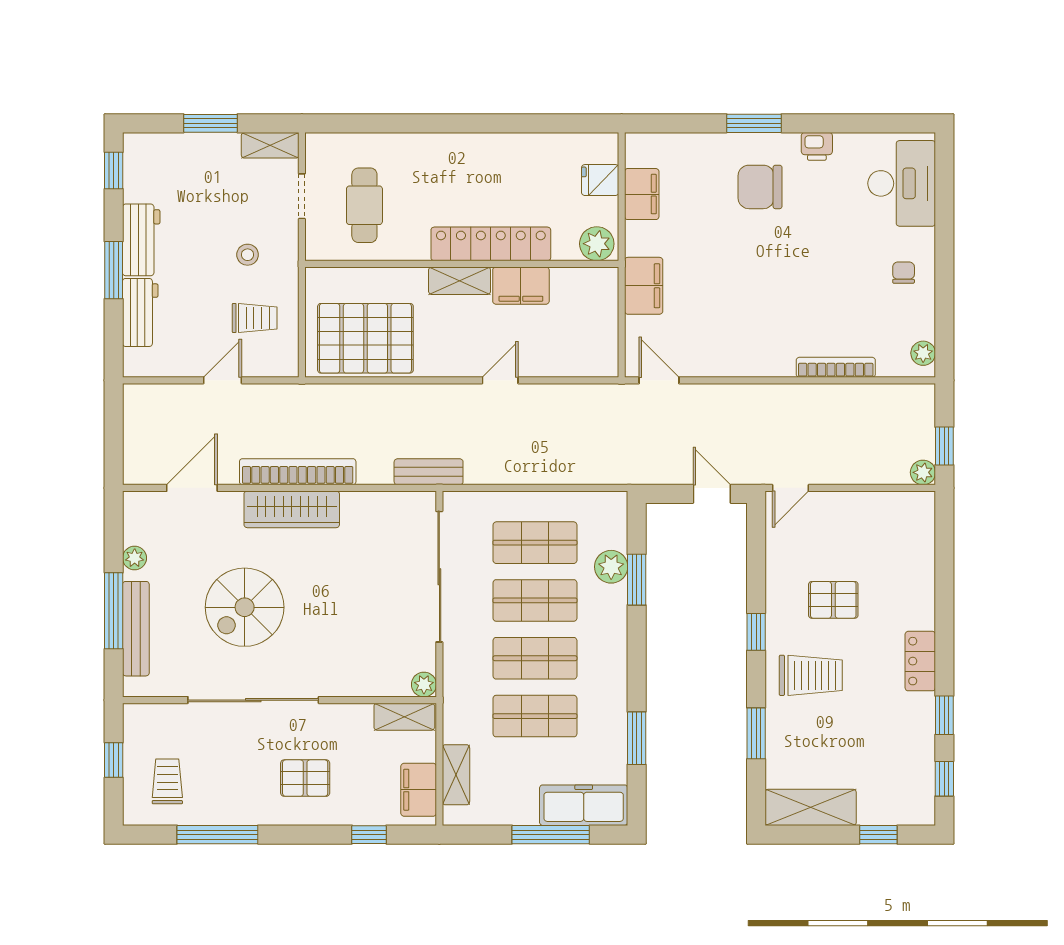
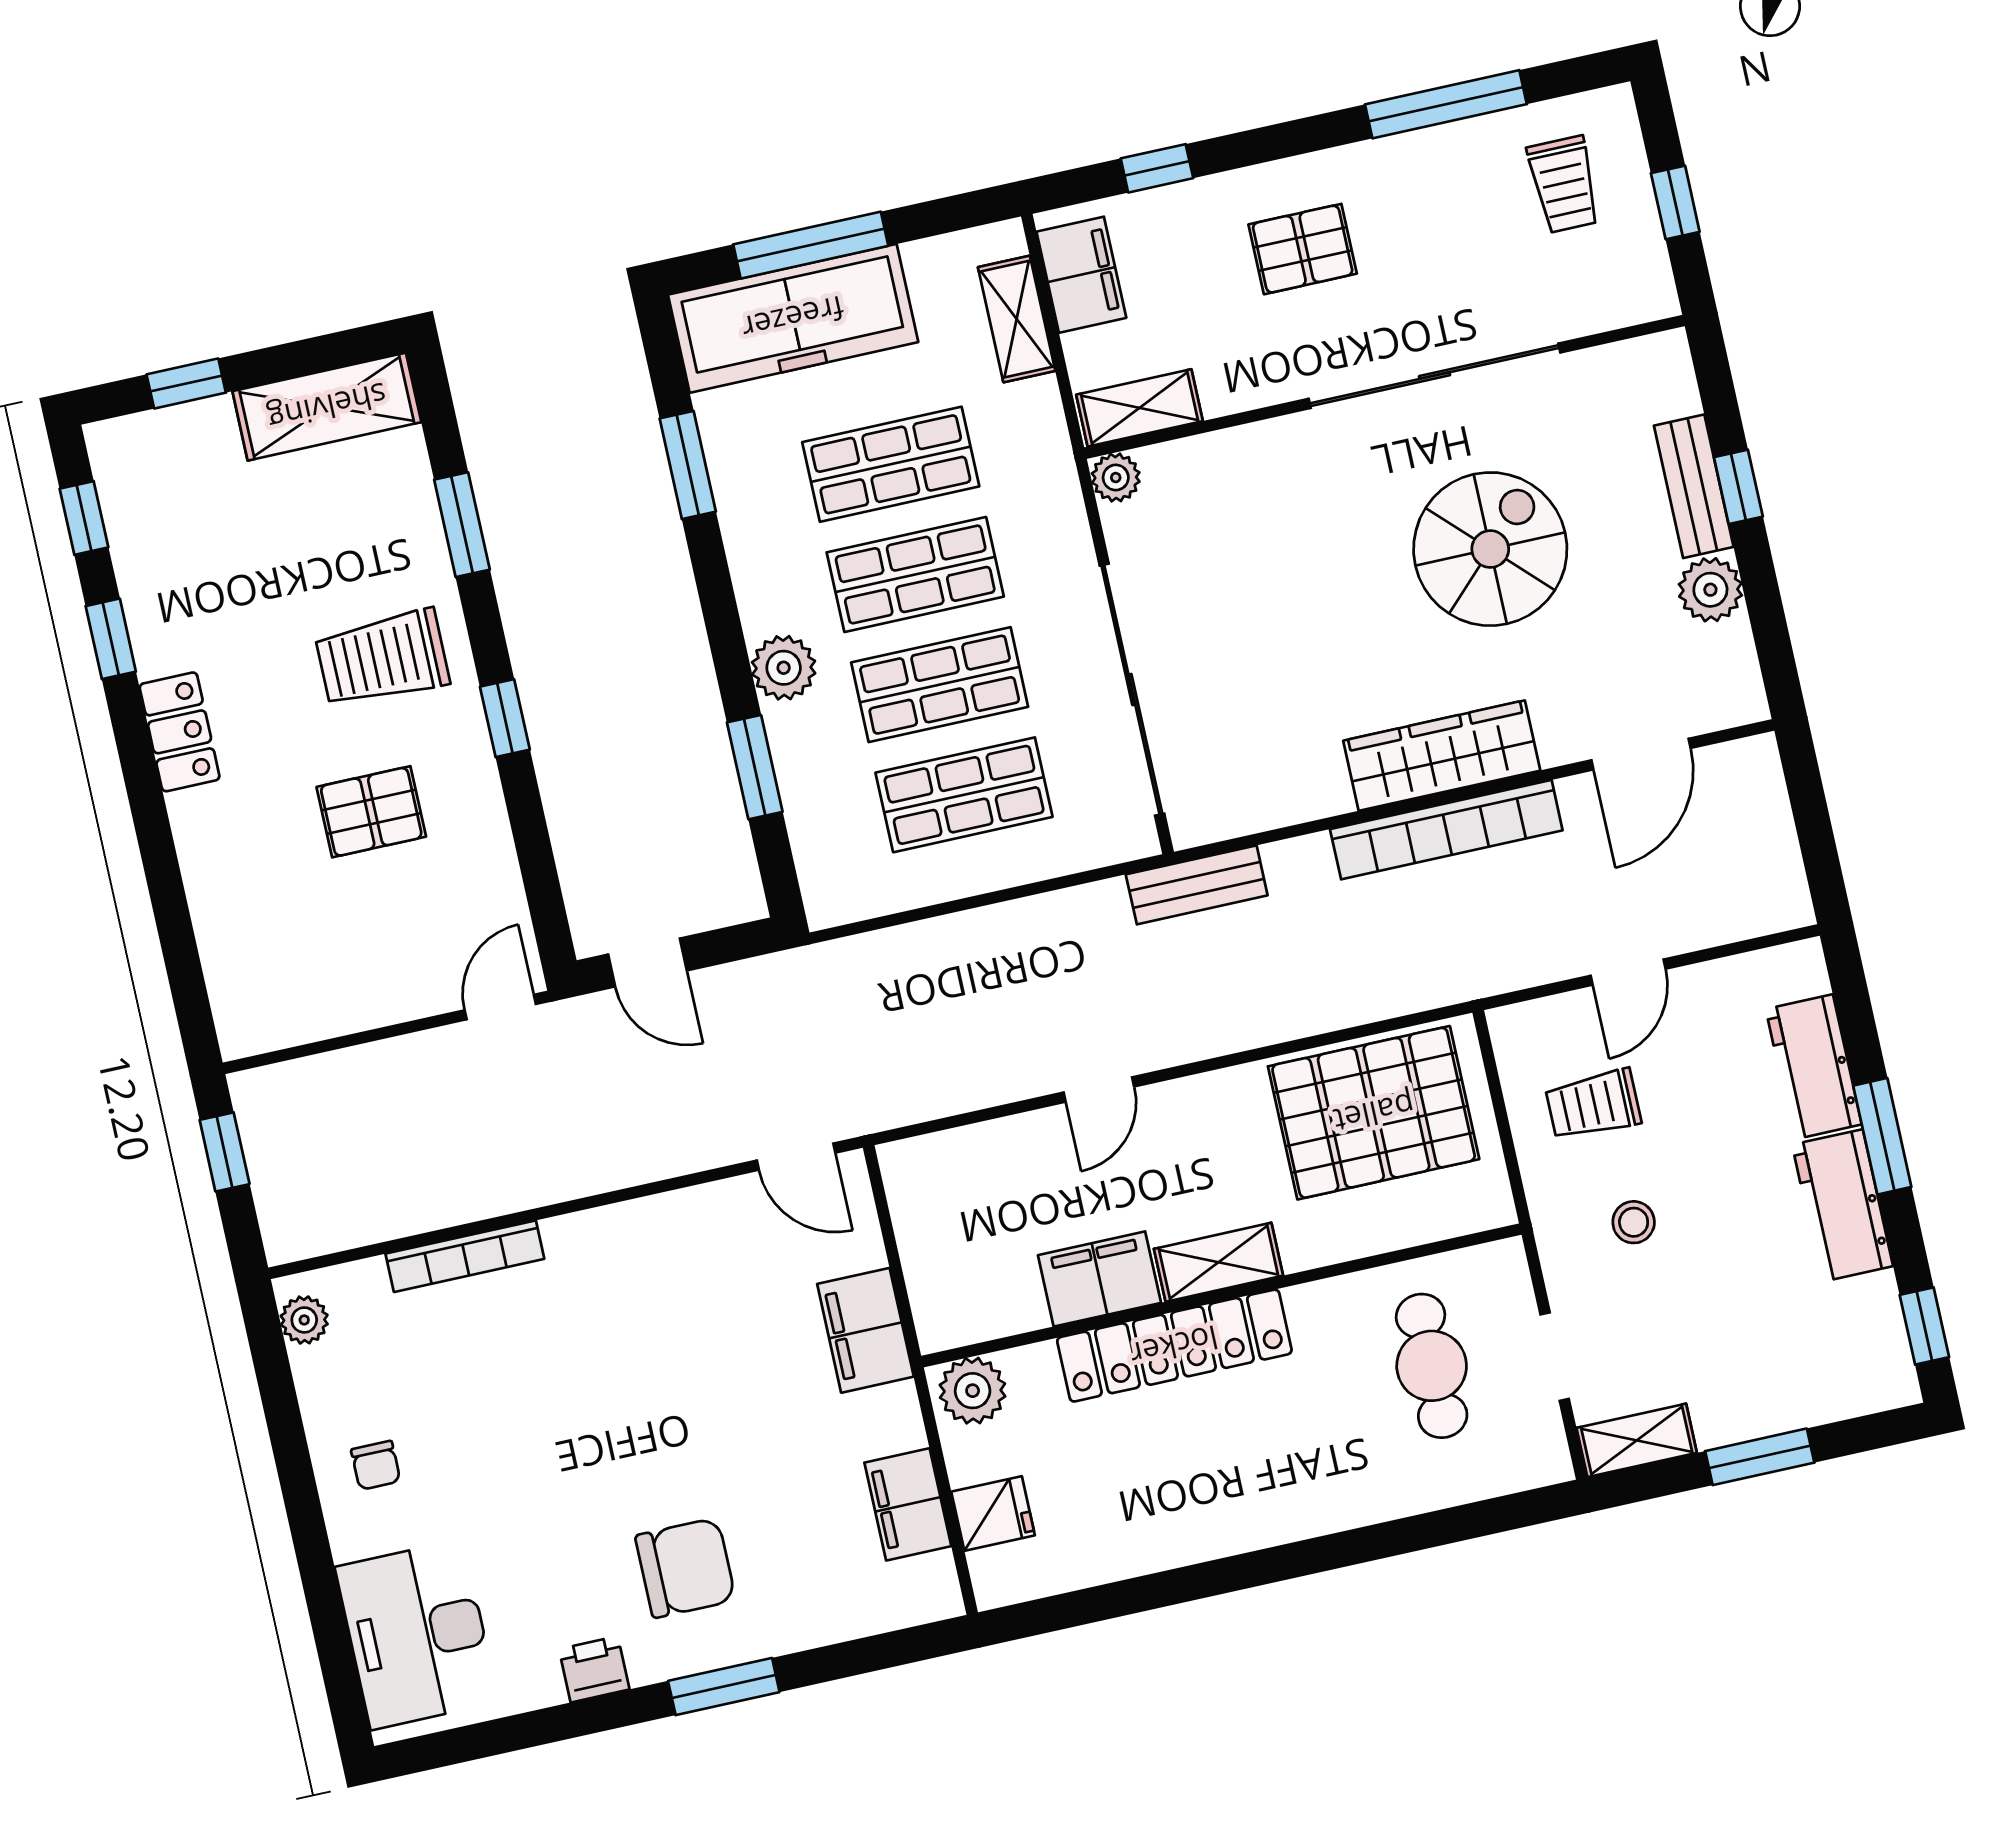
plant: (923, 472) -> (254, 1092), removed
plant: (135, 558) -> (1710, 590), width x1.38, depth x1.38
plant: (611, 567) -> (784, 668), moved
window: (114, 611) -> (1738, 487), width x0.46
bench: (136, 629) -> (1694, 486), width x0.73
freezer: (584, 805) -> (793, 318), width x1.36, depth x1.26

